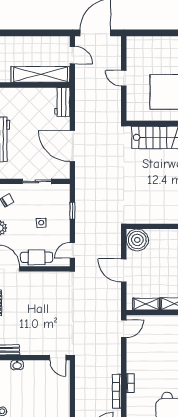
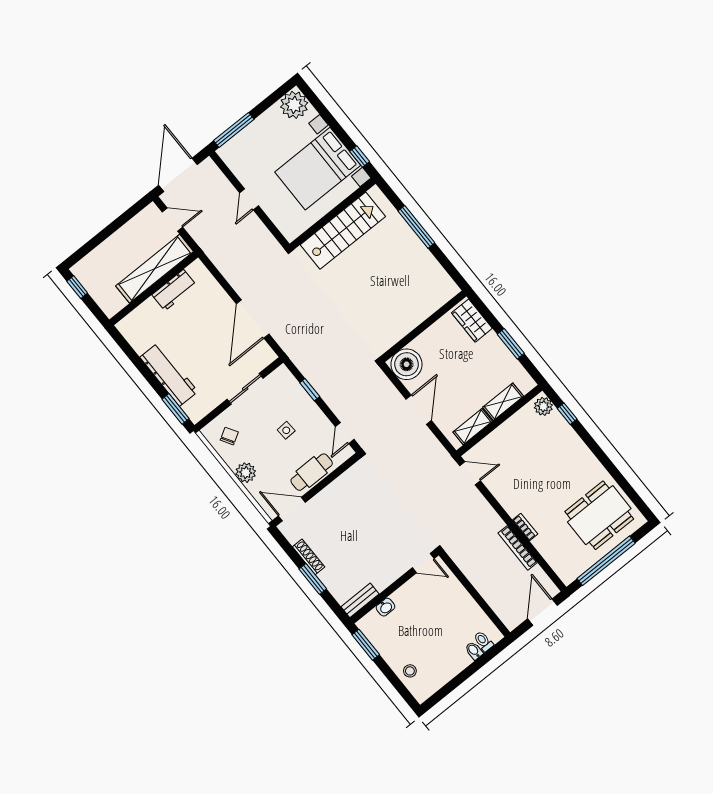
window: (146, 33) -> (234, 130), added
door: (124, 78) -> (249, 199), hinge flipped
workbench: (62, 102) -> (174, 290), moved, turned -90
door: (72, 146) -> (253, 319), hinge flipped
door: (124, 271) -> (419, 410), swing flipped
door: (124, 329) -> (470, 473), hinge flipped

